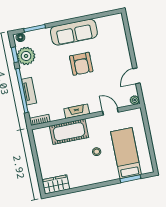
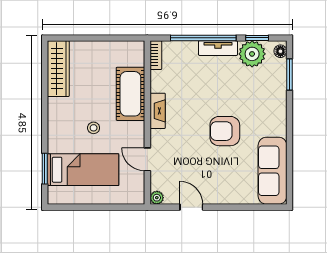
sofa: (74, 32) -> (272, 171), moved
tv unit: (29, 91) -> (218, 48), moved
door: (110, 112) -> (147, 159), swing flipped
wardrobe: (56, 184) -> (58, 69), width x1.50

